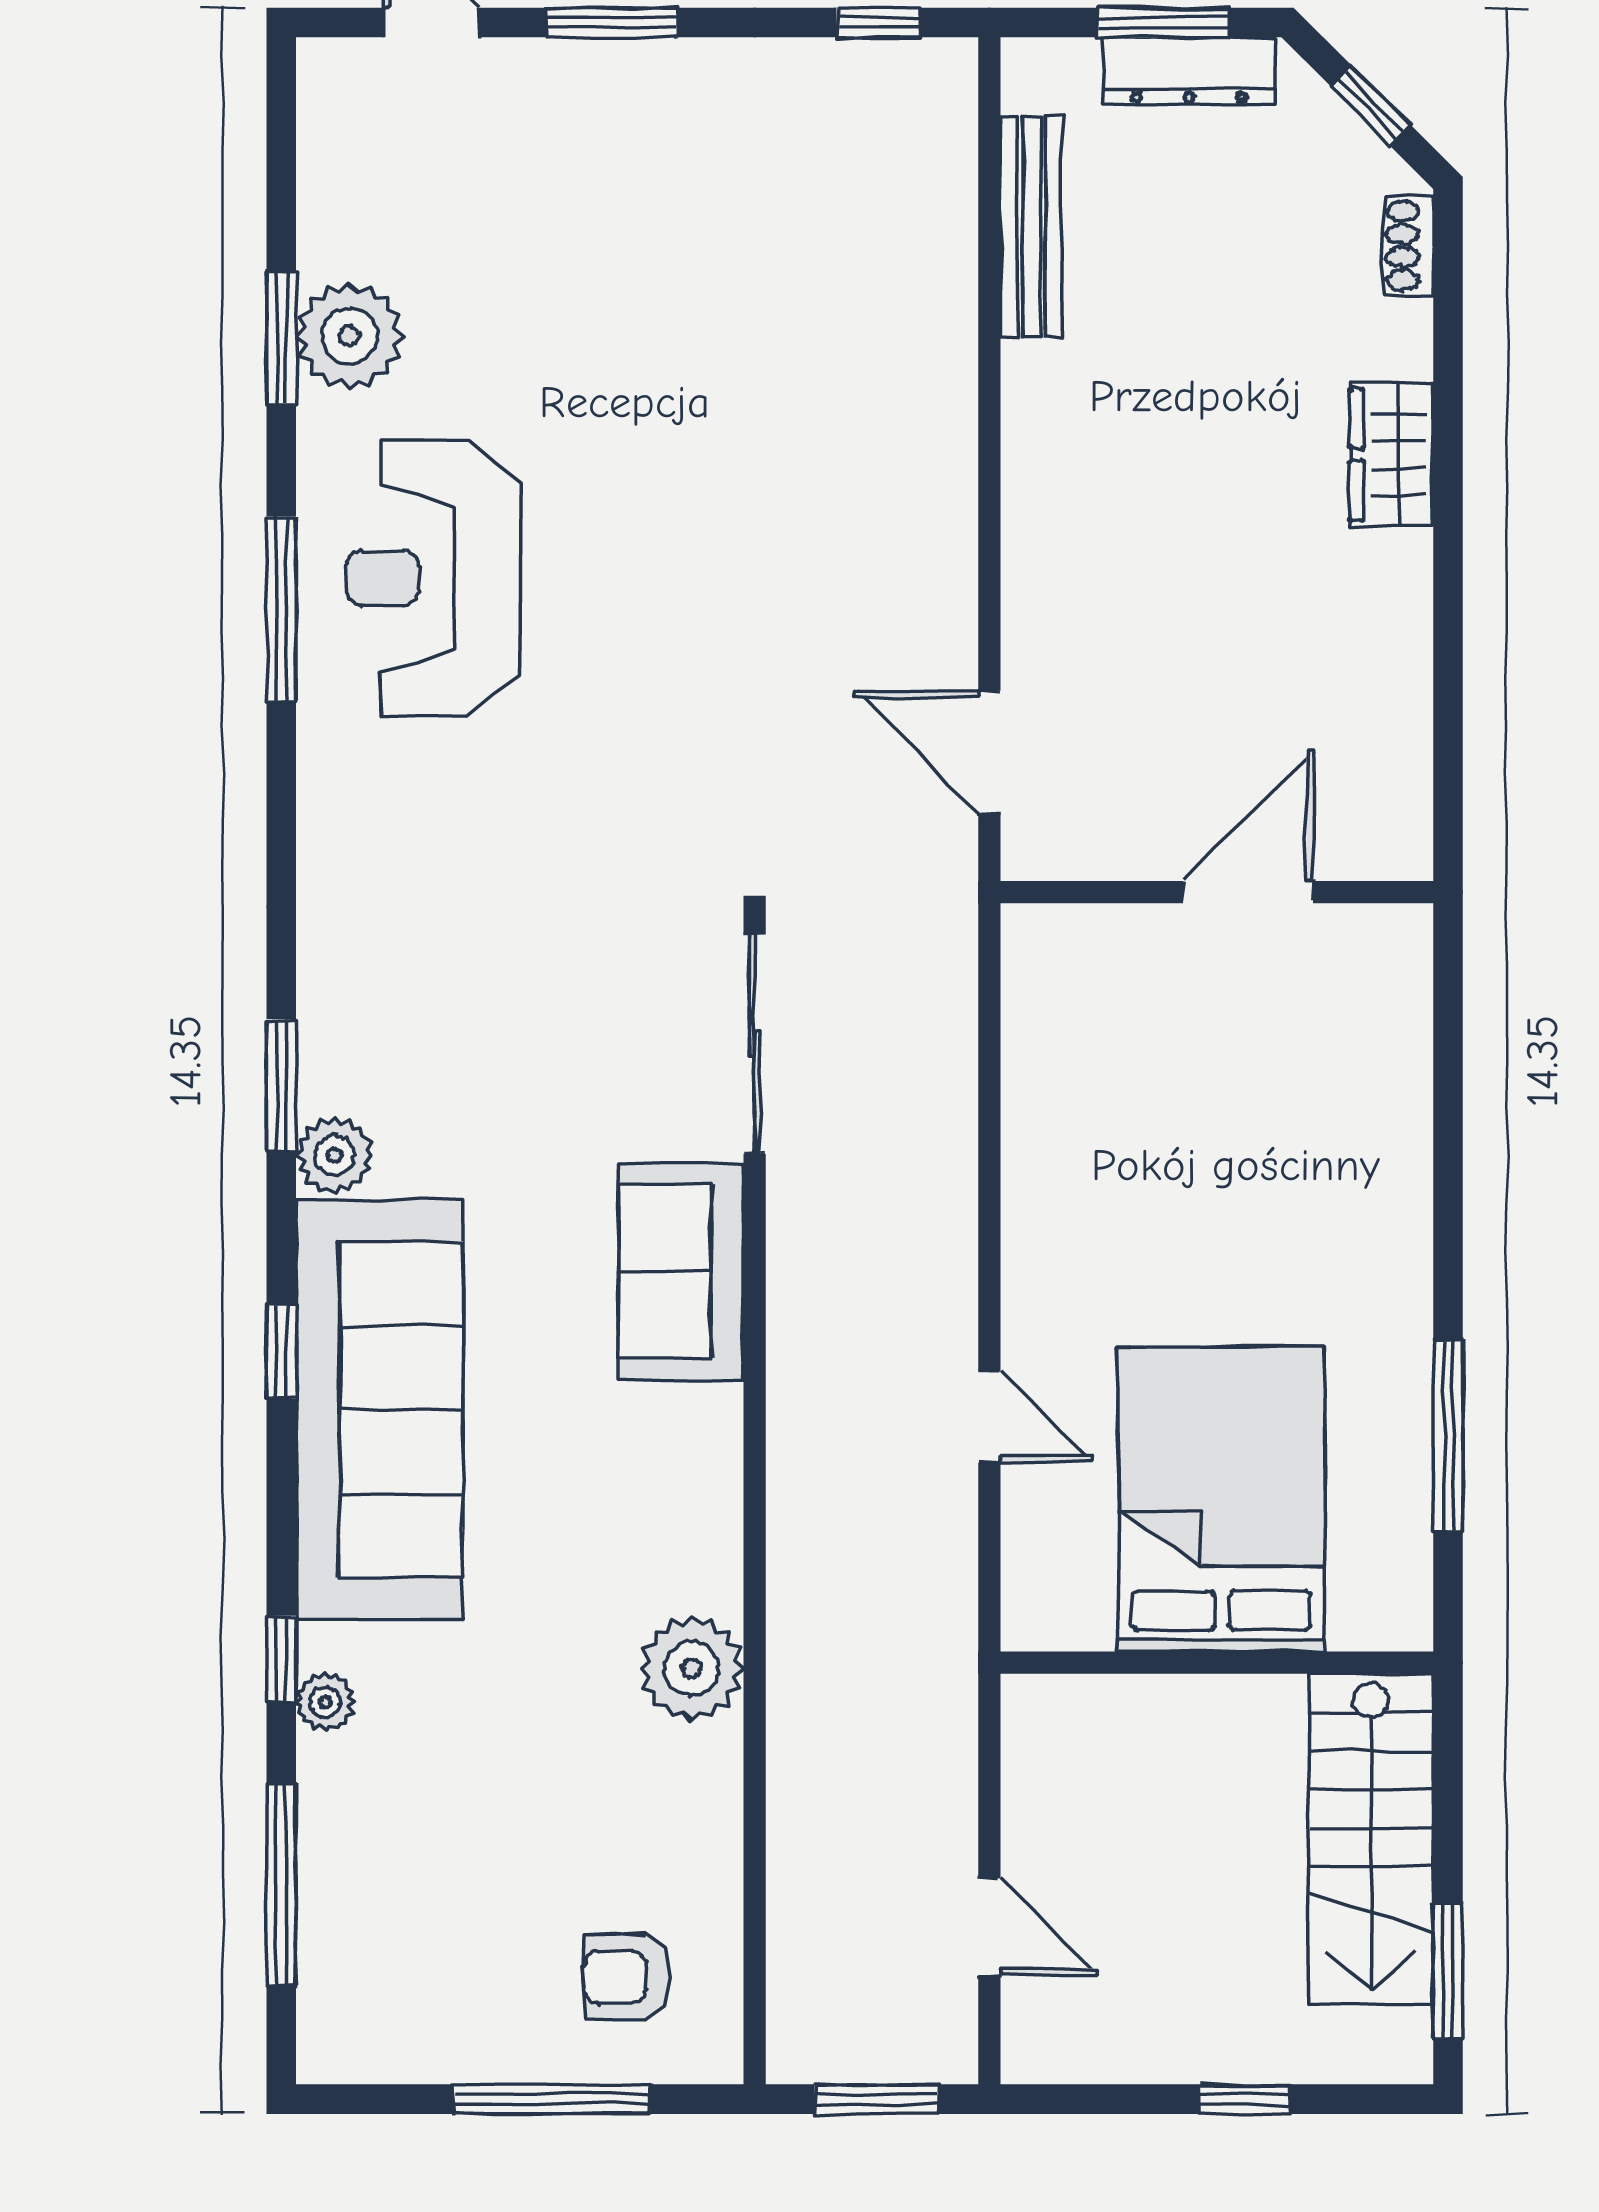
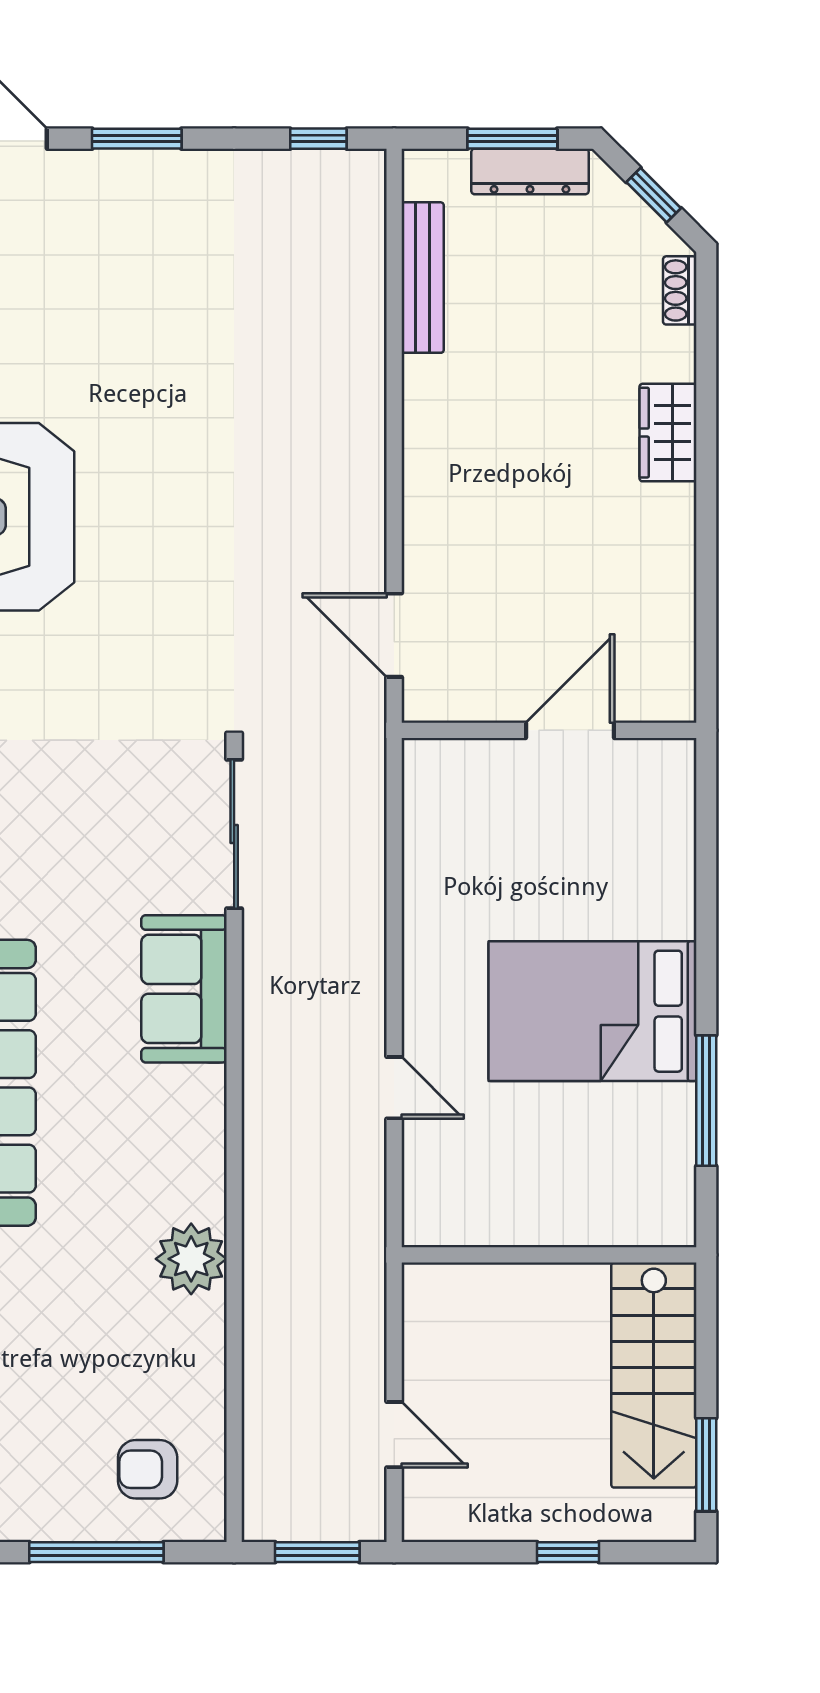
bed: (1222, 1499) -> (592, 1011), moved, turned -90

